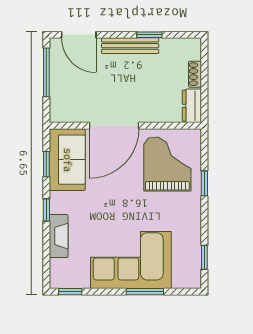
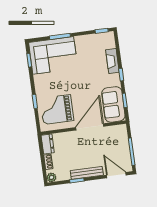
plant: (193, 46) -> (52, 177), added
grand piano: (167, 164) -> (57, 110), turned 90
corner sofa: (131, 260) -> (53, 55), moved

